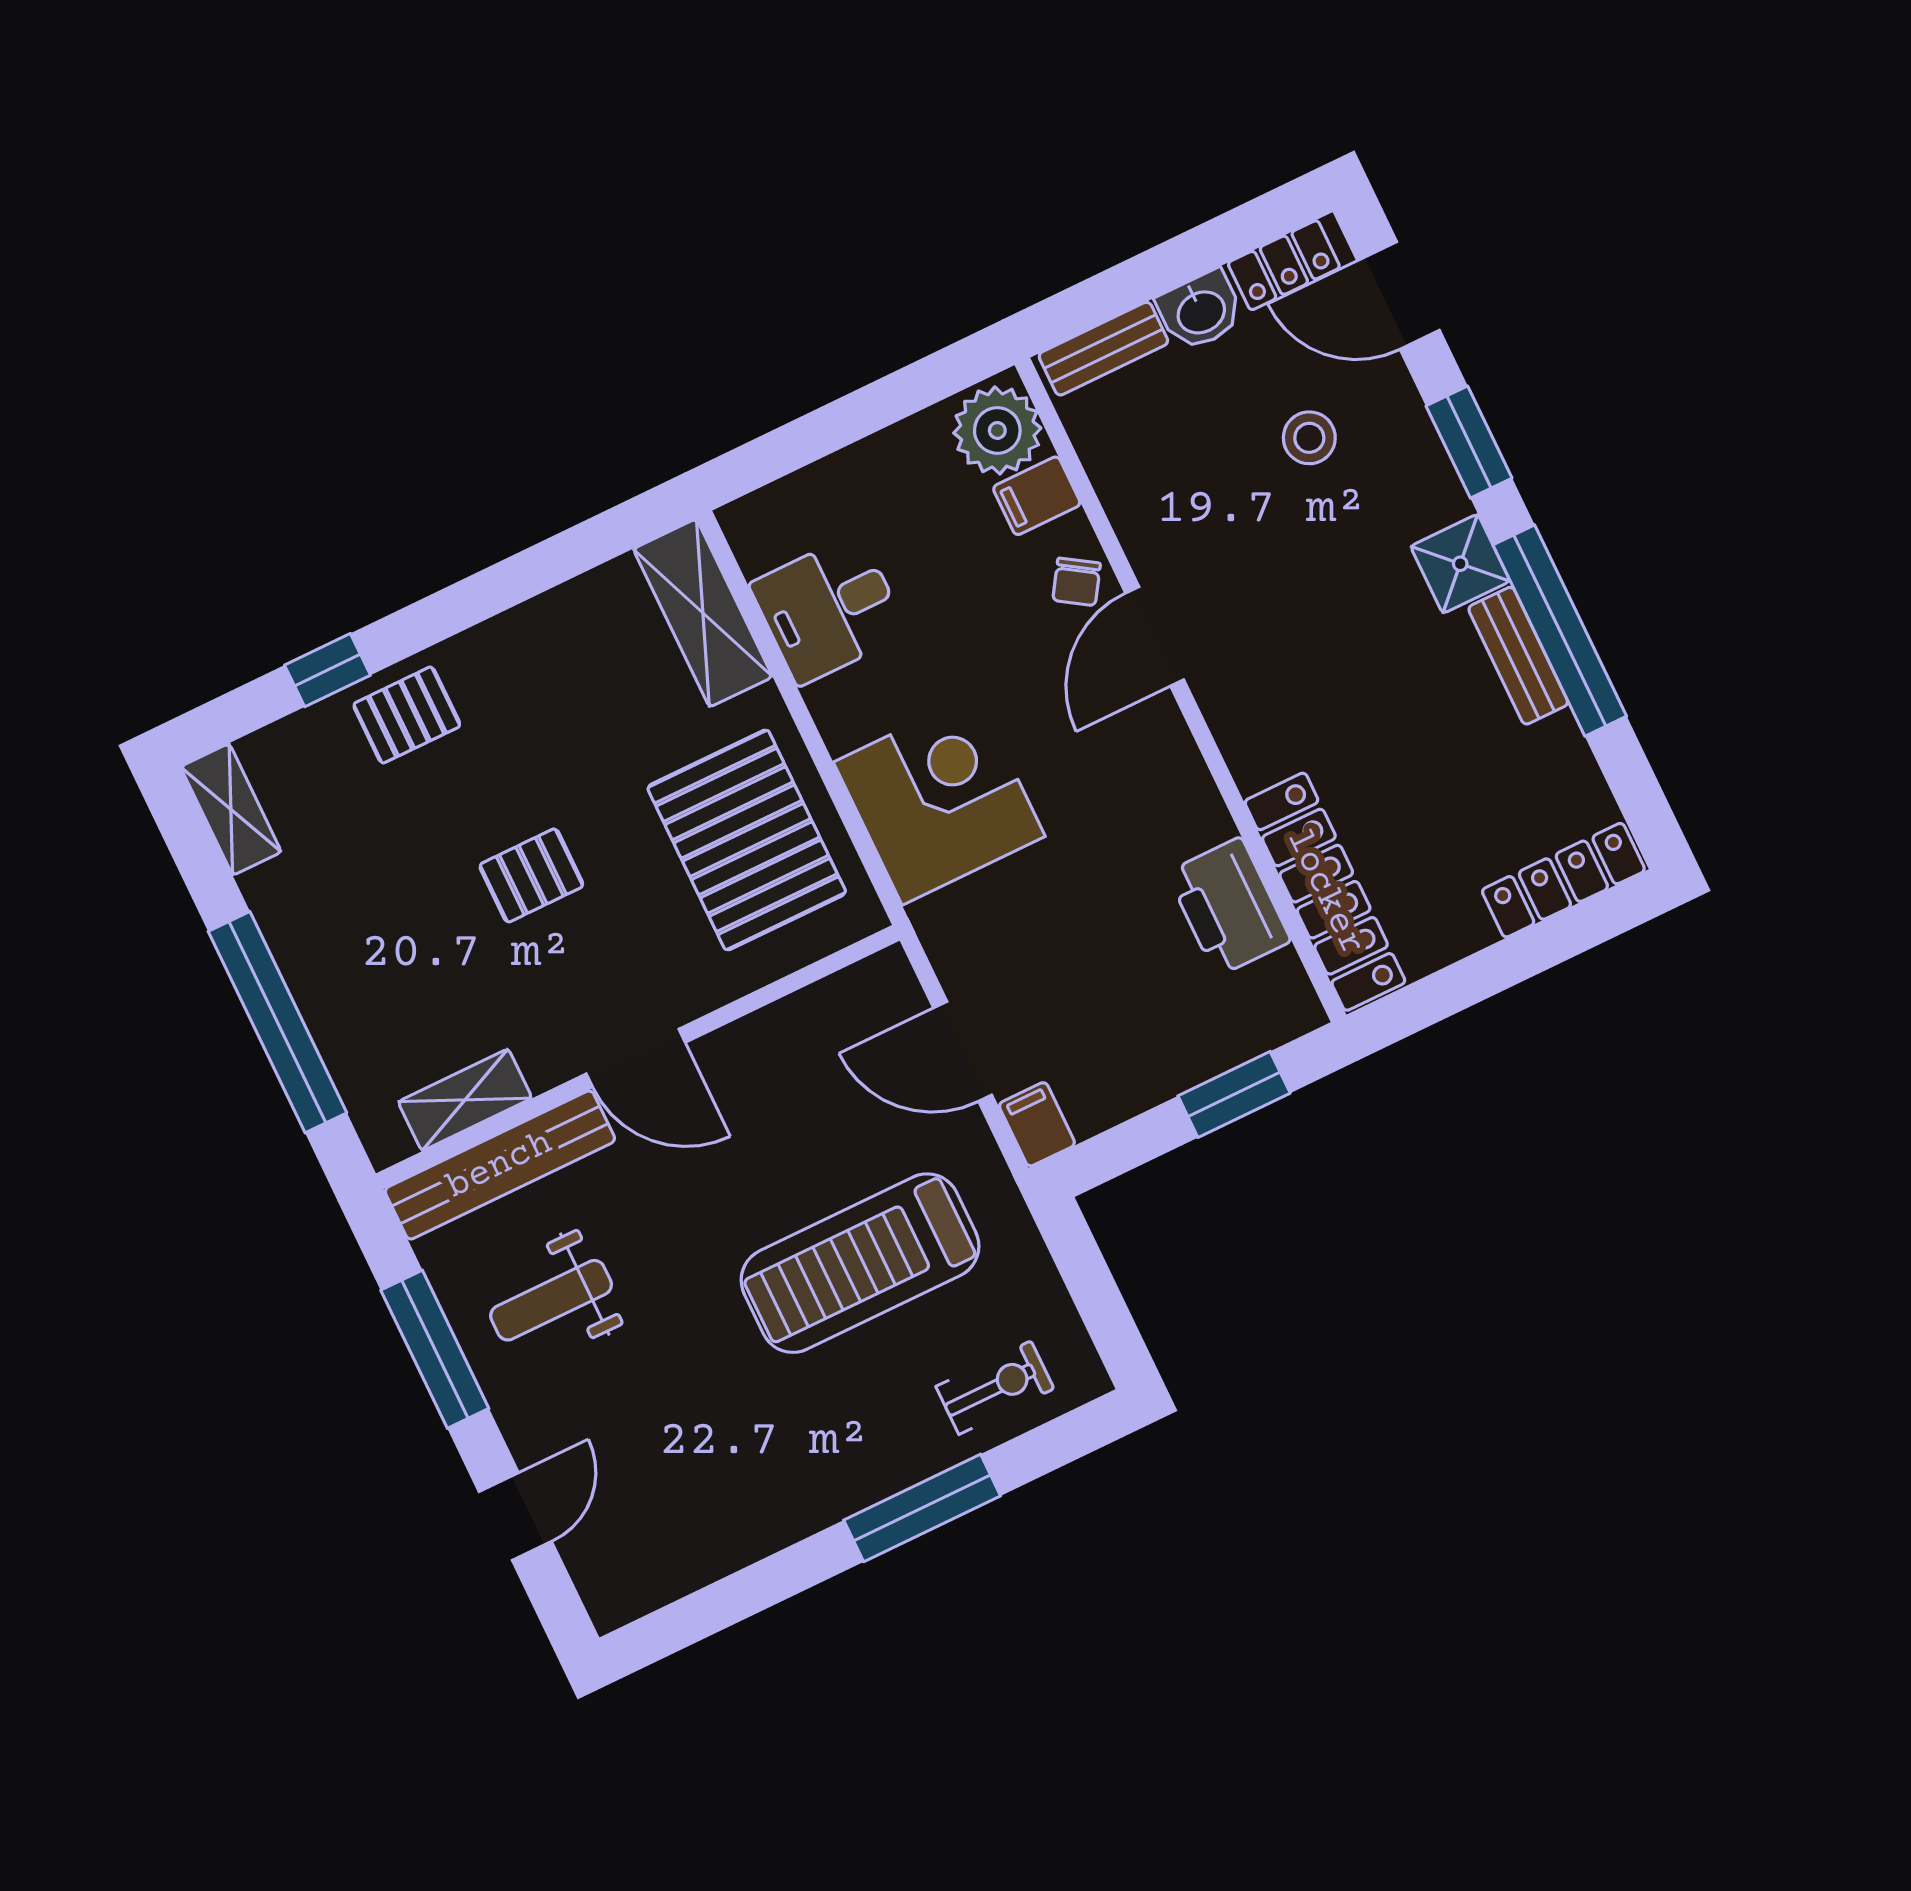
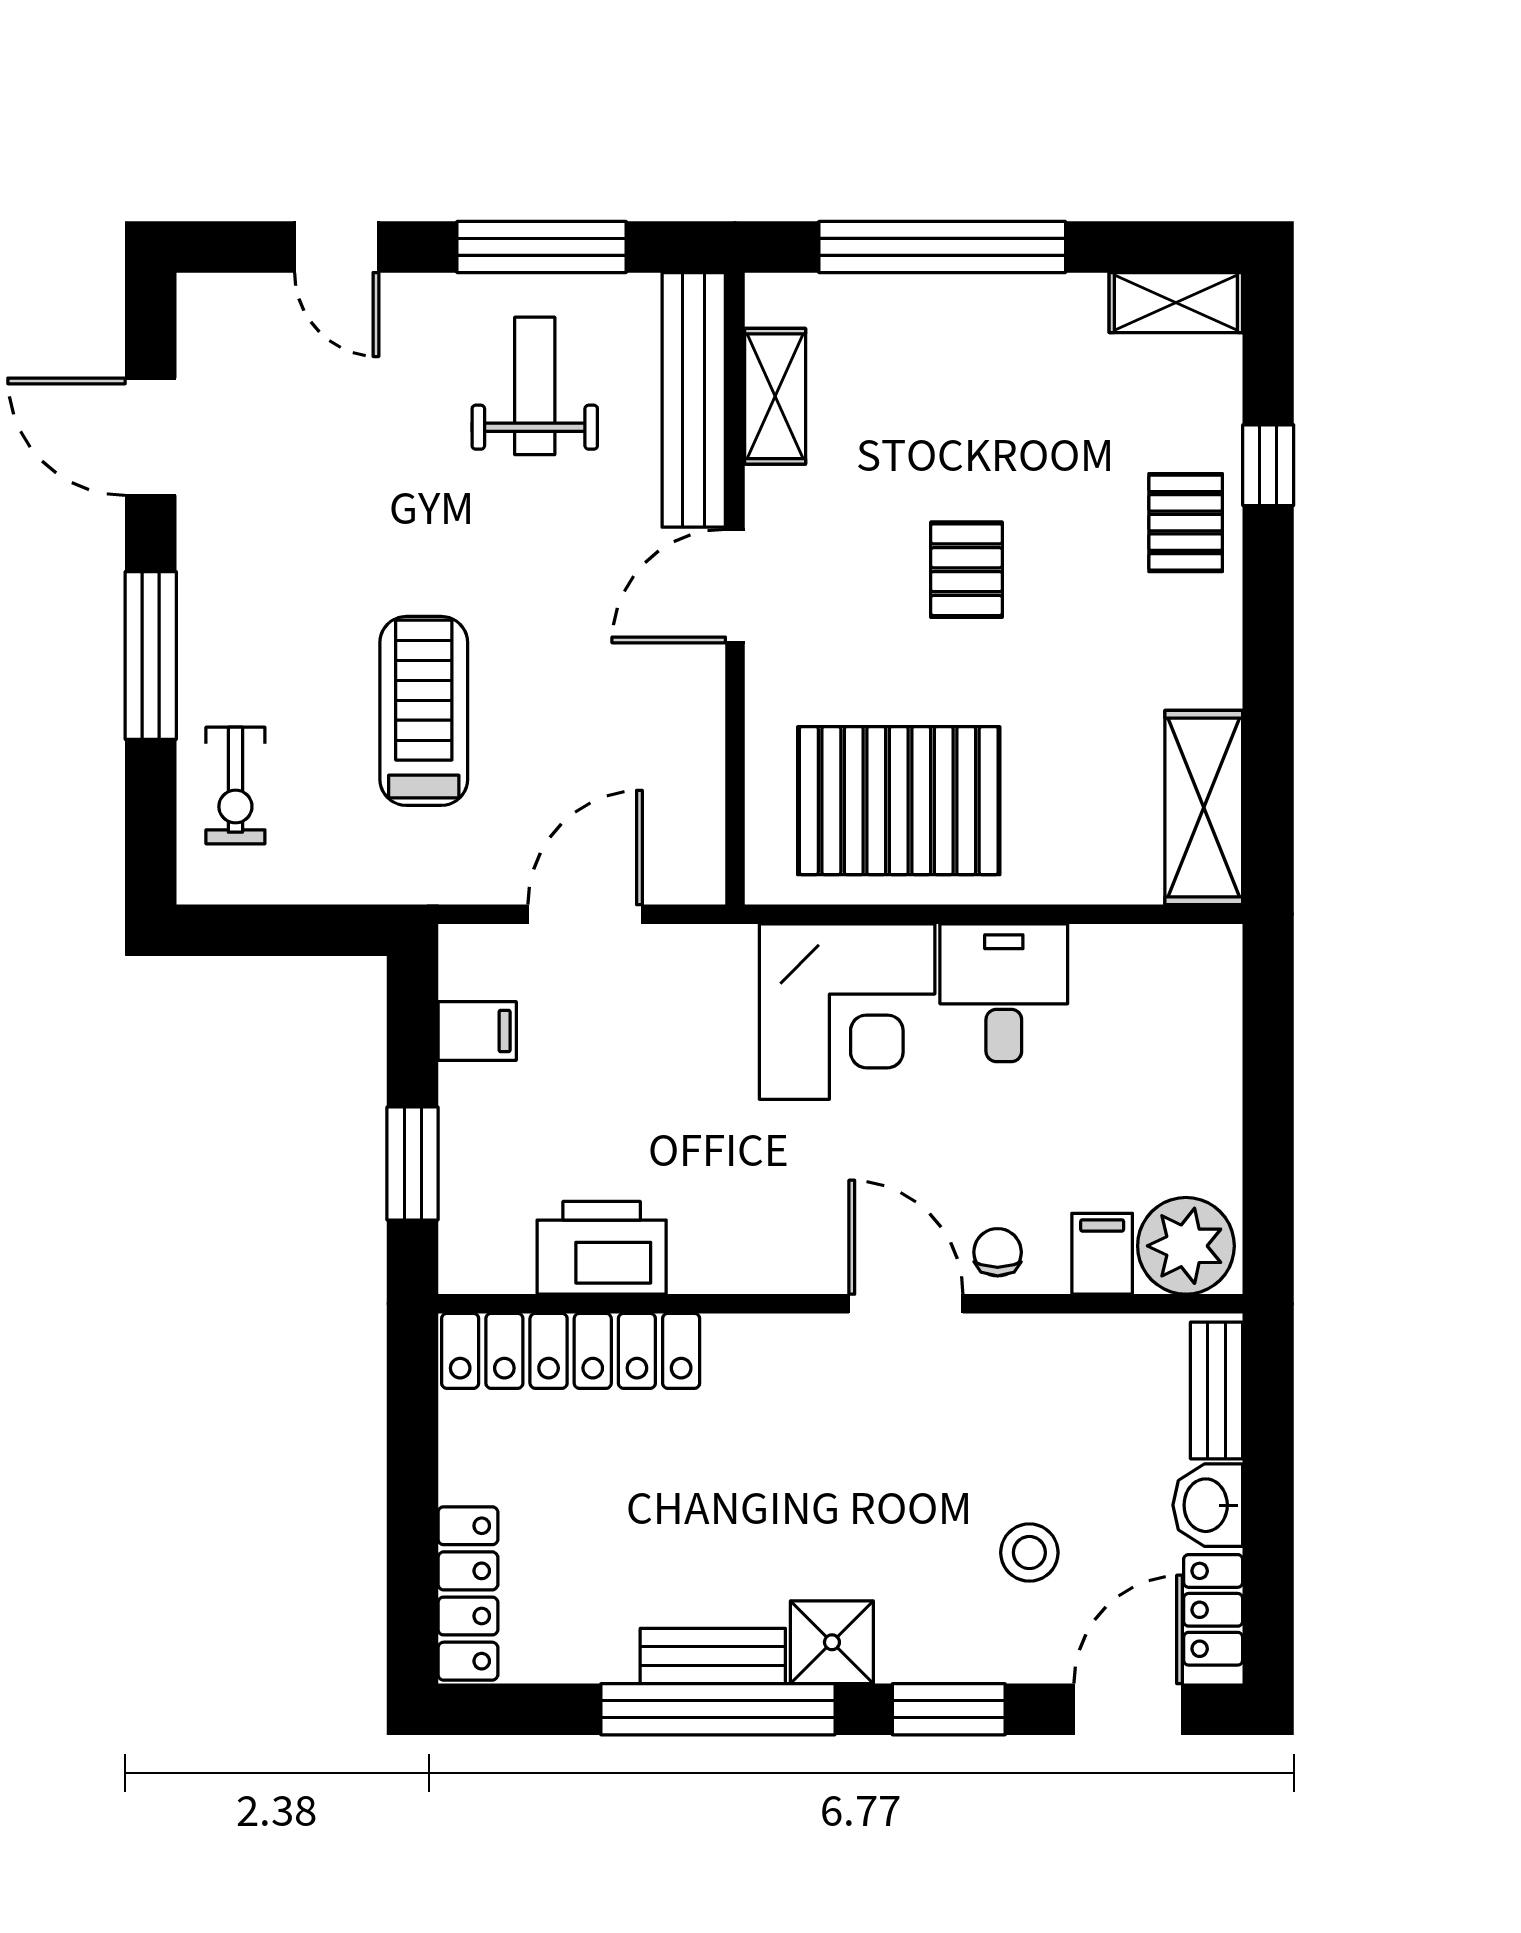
chair: (1077, 582) -> (998, 1252), turned 57
desk: (829, 609) -> (1004, 993), moved
shelving: (703, 613) -> (1204, 808), moved, turned 90
filing cabinet: (1037, 1124) -> (477, 1031), moved
treadmill: (860, 1263) -> (424, 711), width x0.73, depth x0.73
door: (743, 1594) -> (151, 437), added

